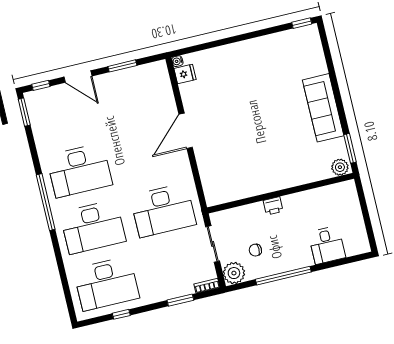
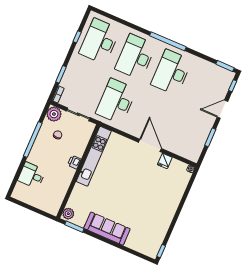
fridge: (185, 74) -> (165, 161), moved
kitchen unit: (249, 188) -> (94, 156), added

